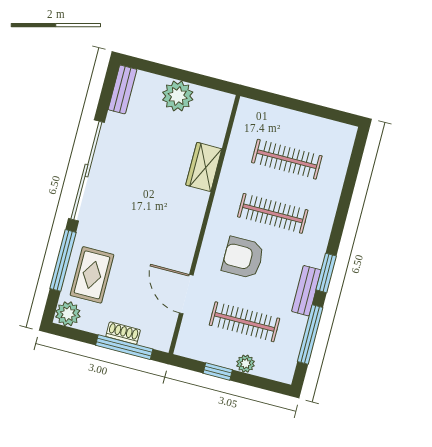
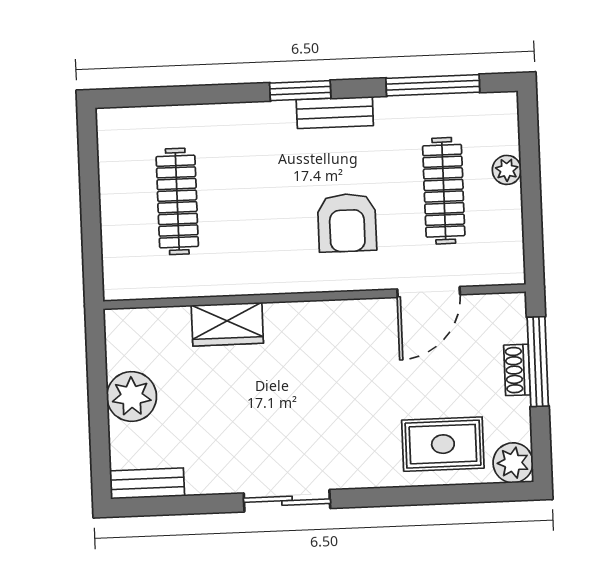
sliding door: (86, 171) -> (287, 501), width x0.54
clothes rail: (273, 213) -> (266, 198), removed
window: (63, 260) -> (434, 495), removed
window: (326, 273) -> (300, 91), moved
bench: (306, 291) -> (335, 113), moved
window: (218, 372) -> (532, 208), removed

